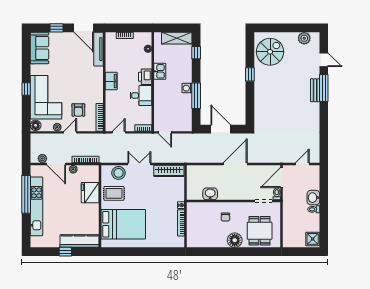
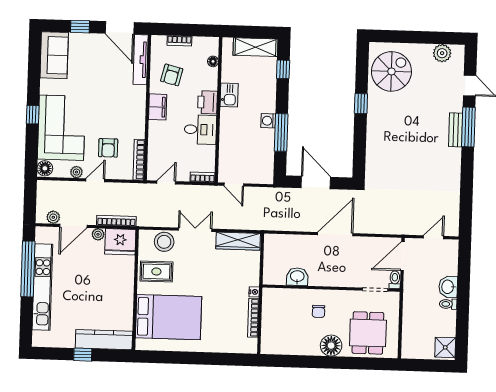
armchair: (120, 59) -> (172, 75), added
door: (56, 164) -> (73, 226), hinge flipped
fridge: (90, 193) -> (120, 242), moved, turned -90

